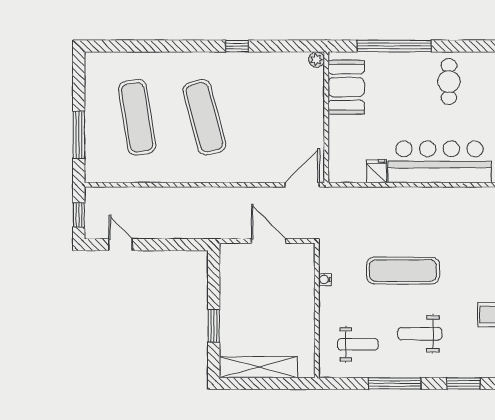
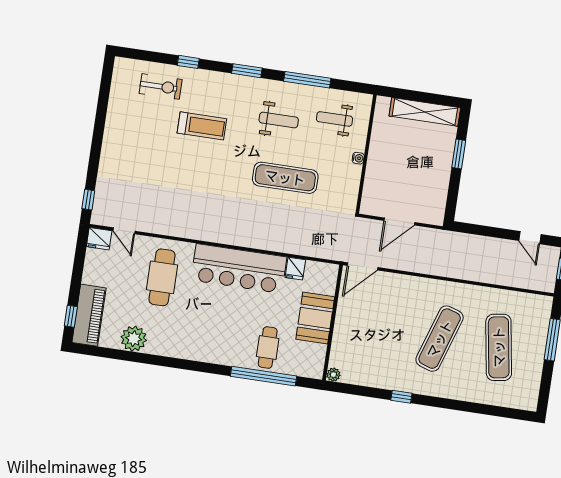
cafe table: (449, 82) -> (268, 348), moved
booth: (346, 87) -> (315, 318), moved
exercise mat: (204, 117) -> (440, 339), turned 33
door: (269, 241) -> (399, 221), hinge flipped
water cooler: (325, 279) -> (358, 158), moved

